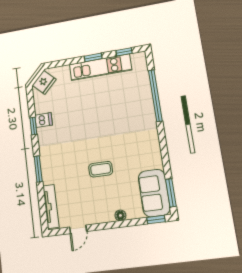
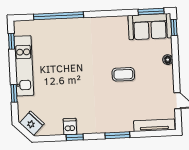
window: (93, 57) -> (14, 93), moved
coffee table: (101, 169) -> (123, 74), turned 90

